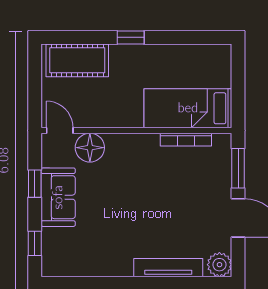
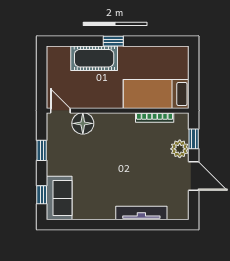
cot: (77, 60) -> (94, 58), moved
window: (238, 168) -> (194, 139), width x0.67
sofa: (58, 197) -> (59, 198), moved
plant: (219, 265) -> (180, 149), moved

